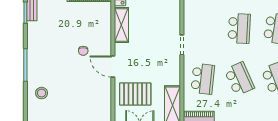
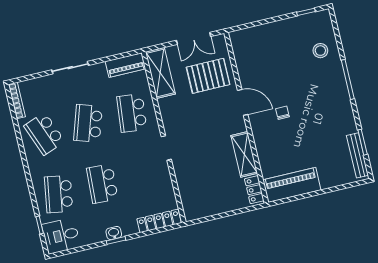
school desk: (239, 79) -> (88, 123), turned 42

